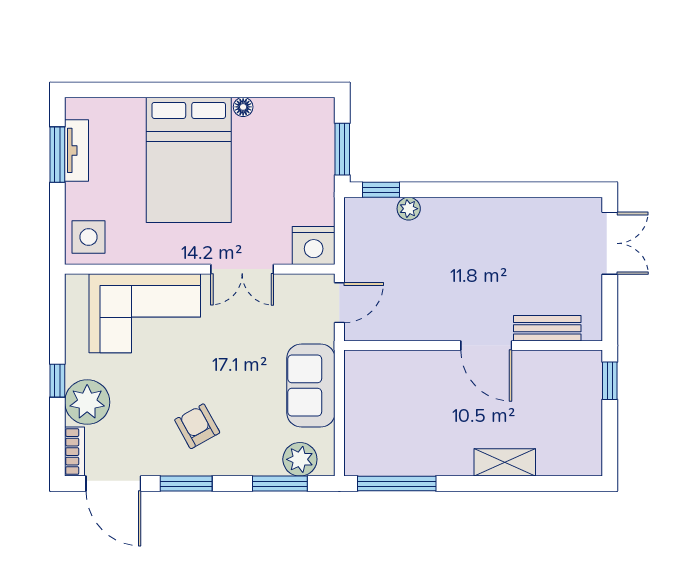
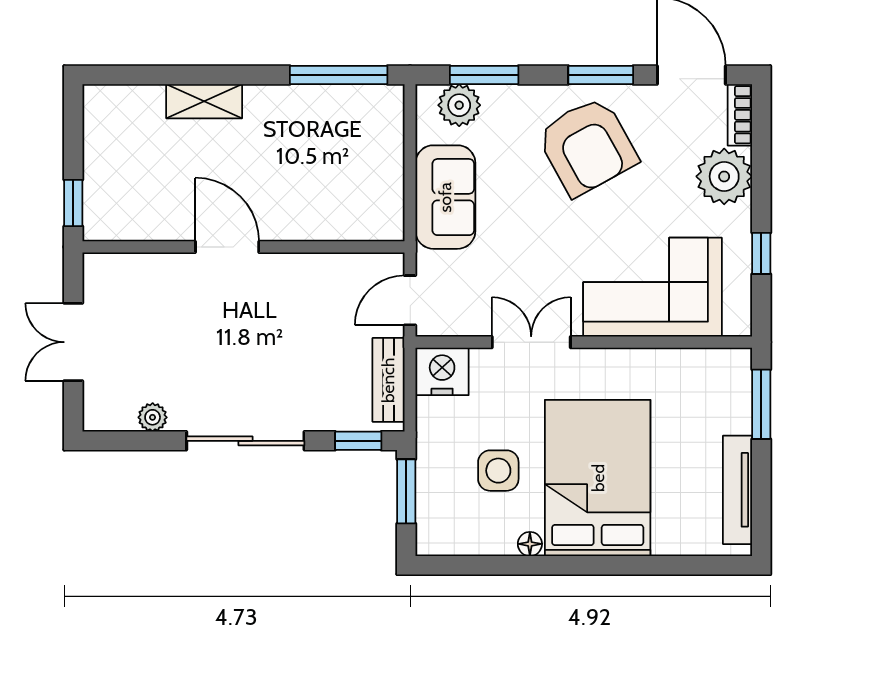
tv unit: (76, 150) -> (737, 490), width x1.41
window: (57, 155) -> (761, 404), moved
sliding door: (472, 190) -> (245, 441), added
plant: (409, 209) -> (153, 417), moved
side table: (89, 237) -> (498, 471), moved
double door: (610, 243) -> (73, 342), moved
bench: (547, 328) -> (388, 380), moved, turned 90
window: (57, 381) -> (761, 253), moved
armchair: (197, 426) -> (587, 146), width x1.88, depth x1.88

